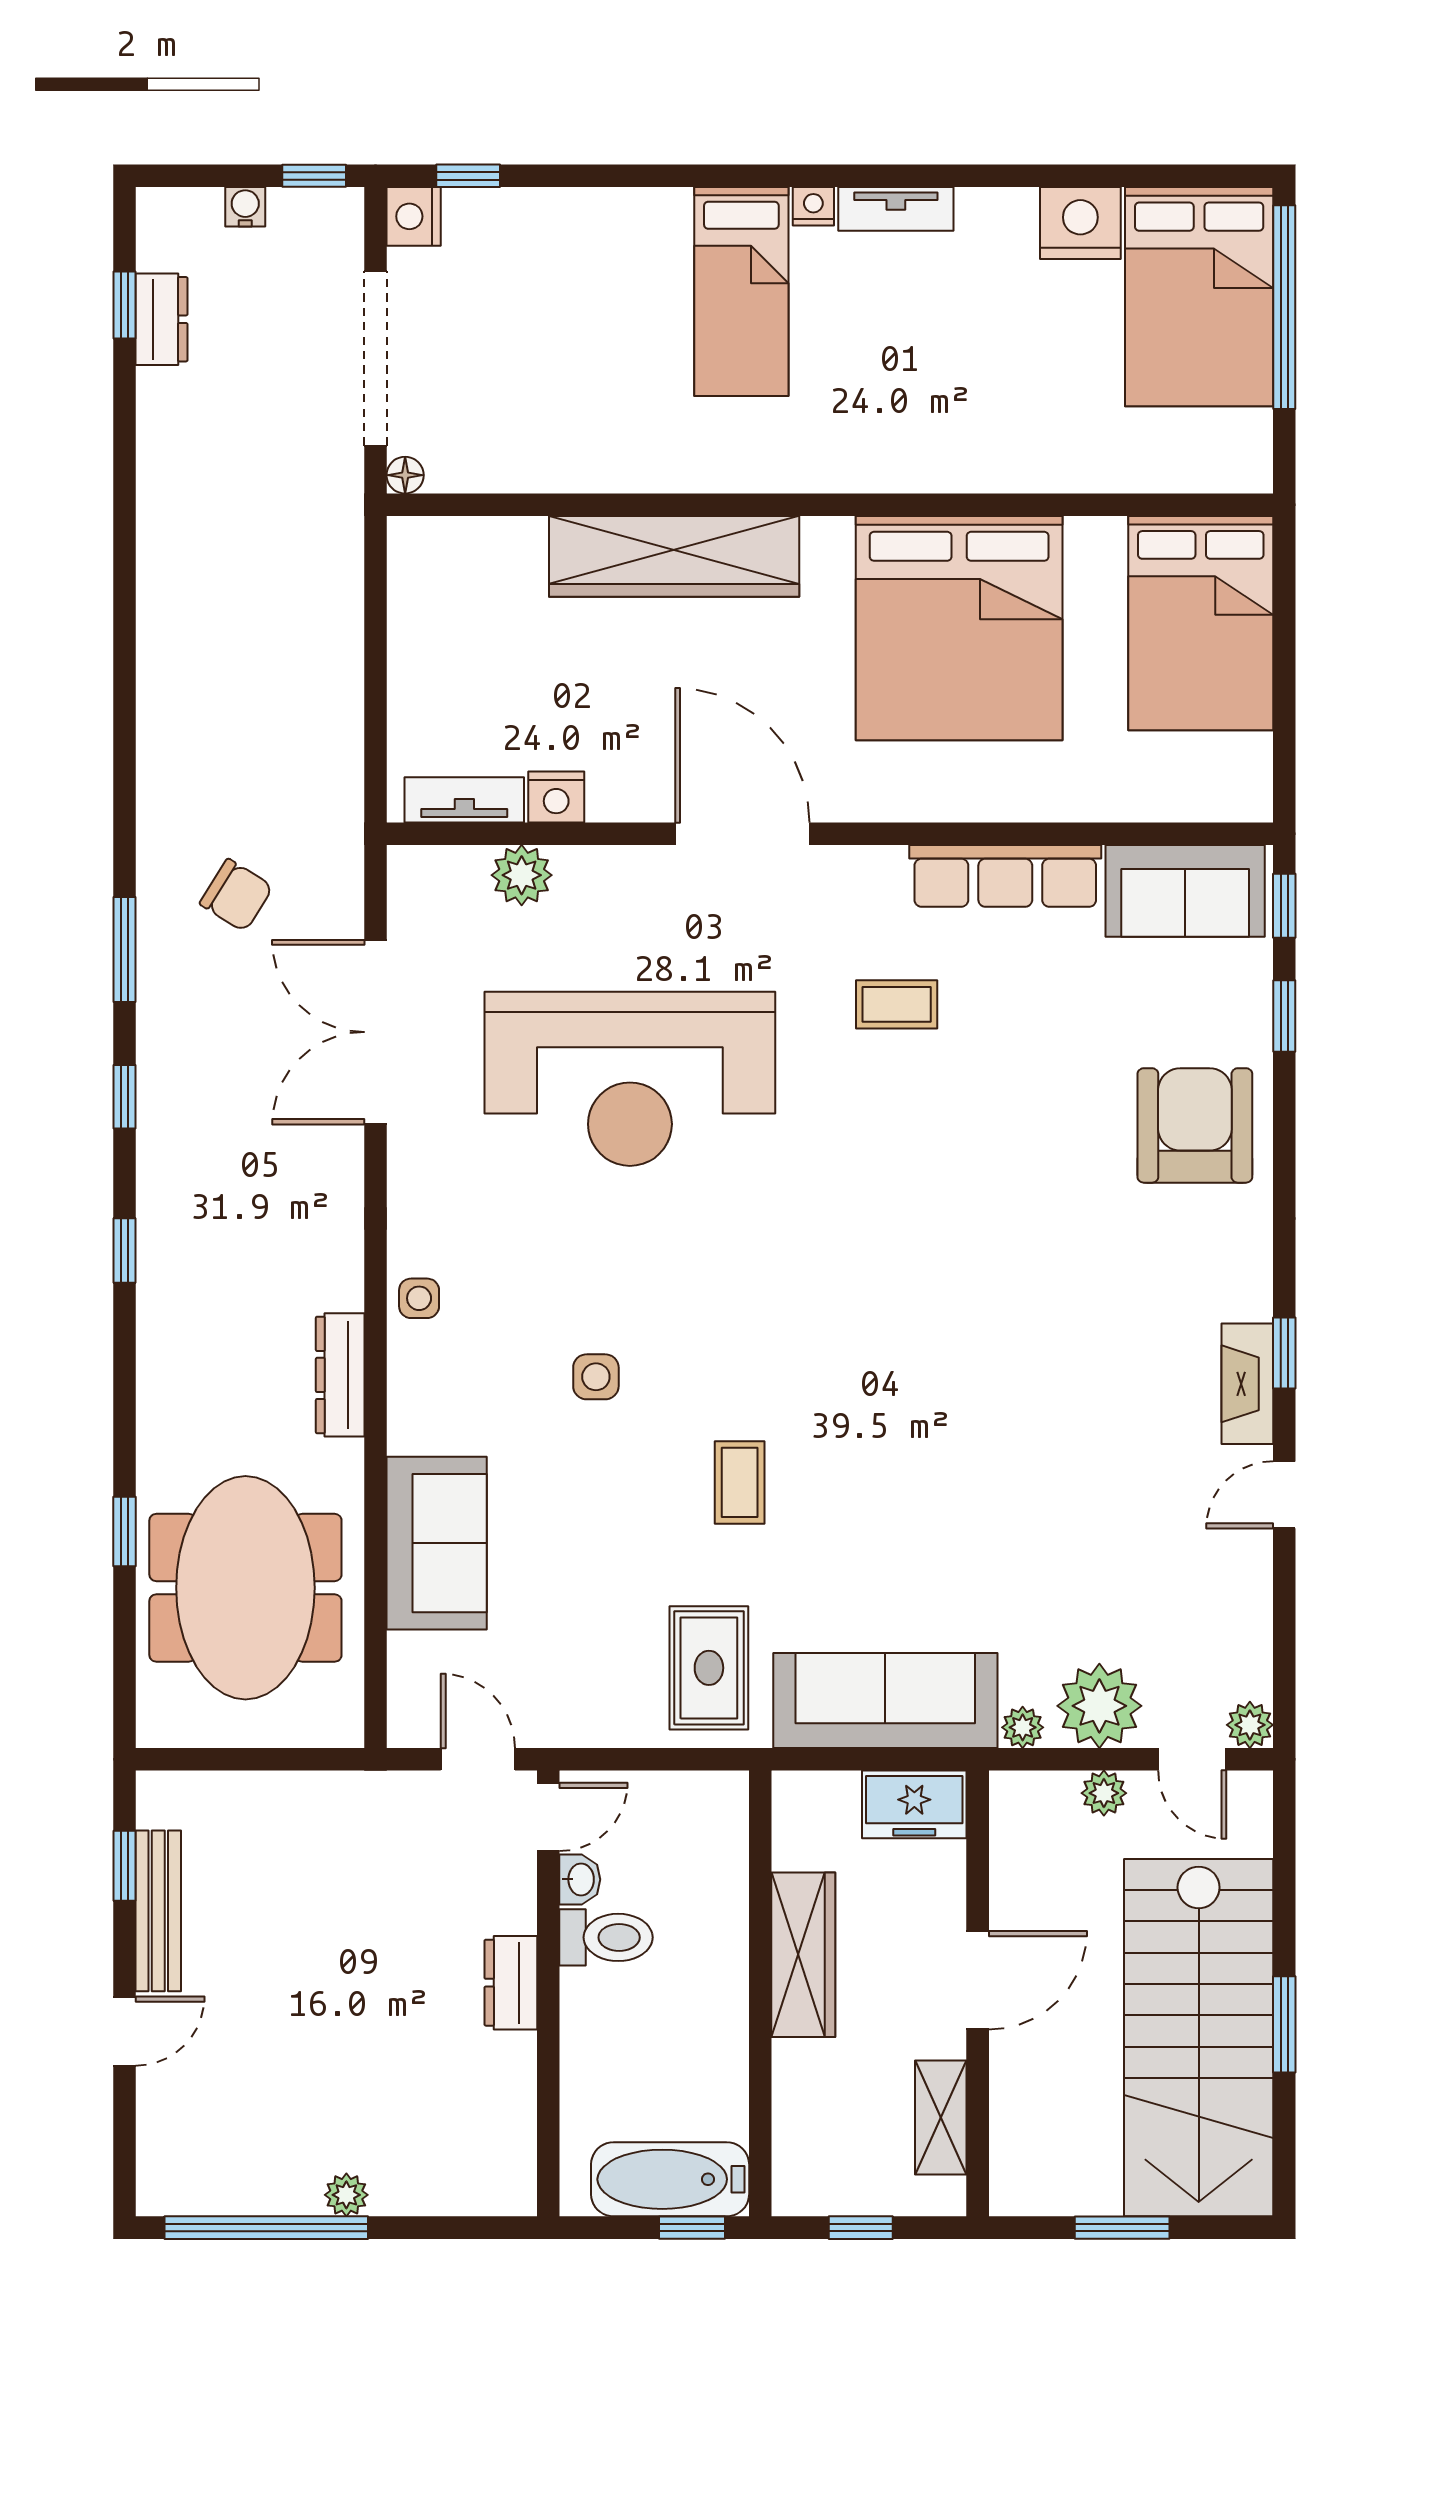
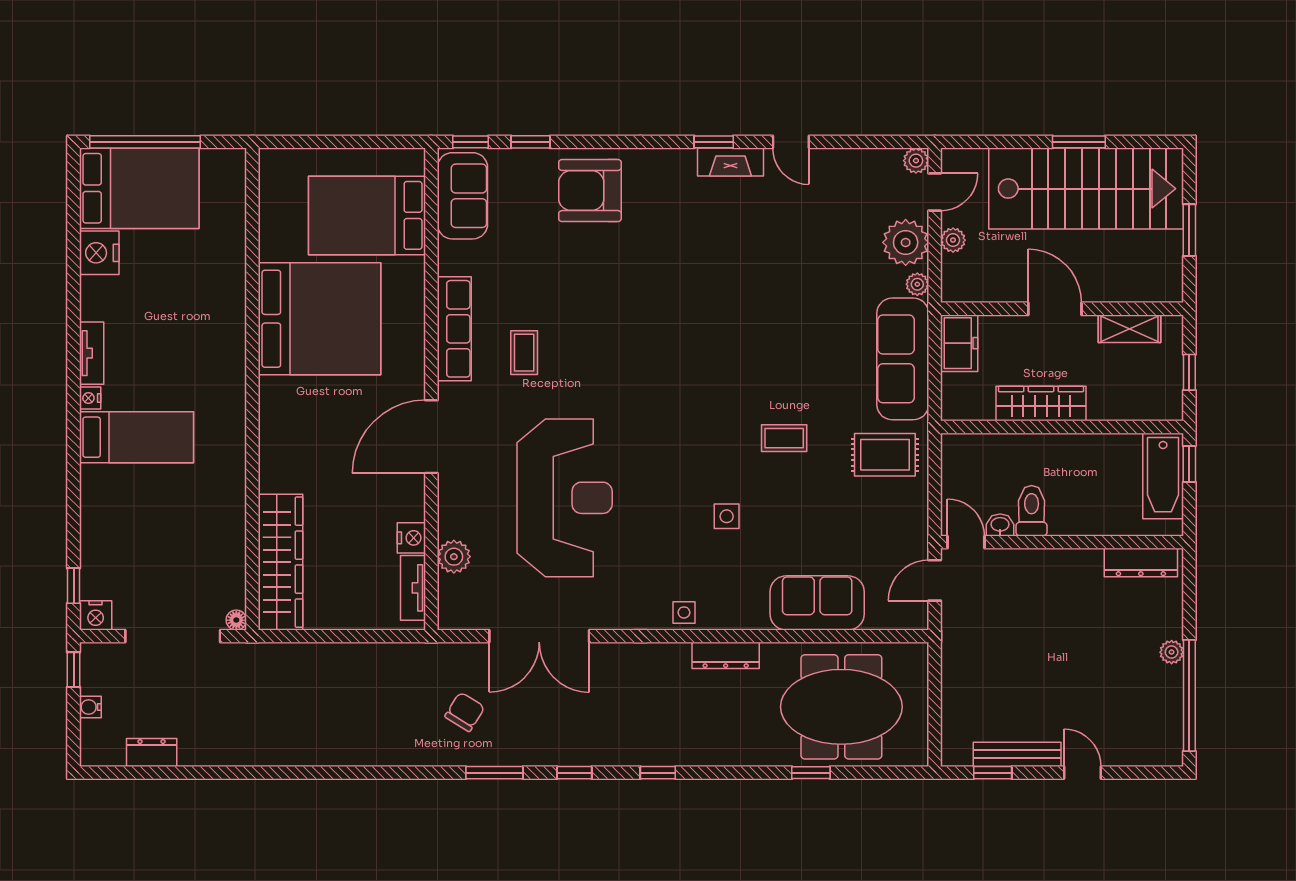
window: (125, 305) -> (144, 773), removed
wardrobe: (674, 556) -> (281, 562), moved
bed: (1201, 623) -> (367, 215), moved, turned 180
row of seats: (1005, 876) -> (454, 329), moved
dresser: (511, 1983) -> (1141, 563), moved, width x1.44

